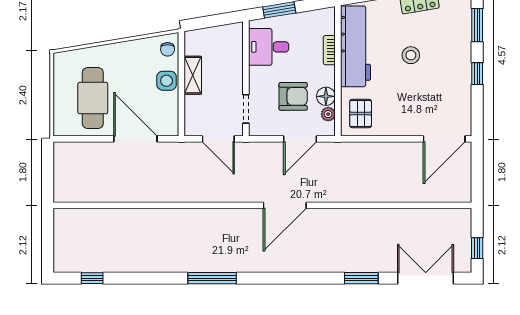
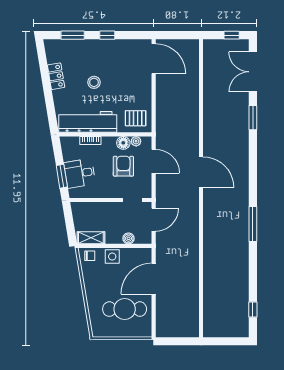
desk: (269, 47) -> (80, 173), moved, turned 81
shelving: (193, 75) -> (91, 238), moved
boiler: (192, 104) -> (129, 238), added

